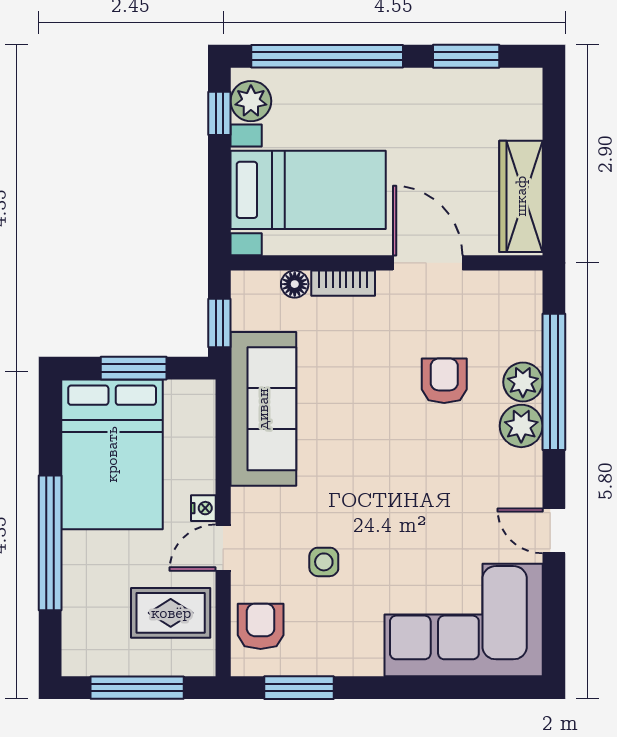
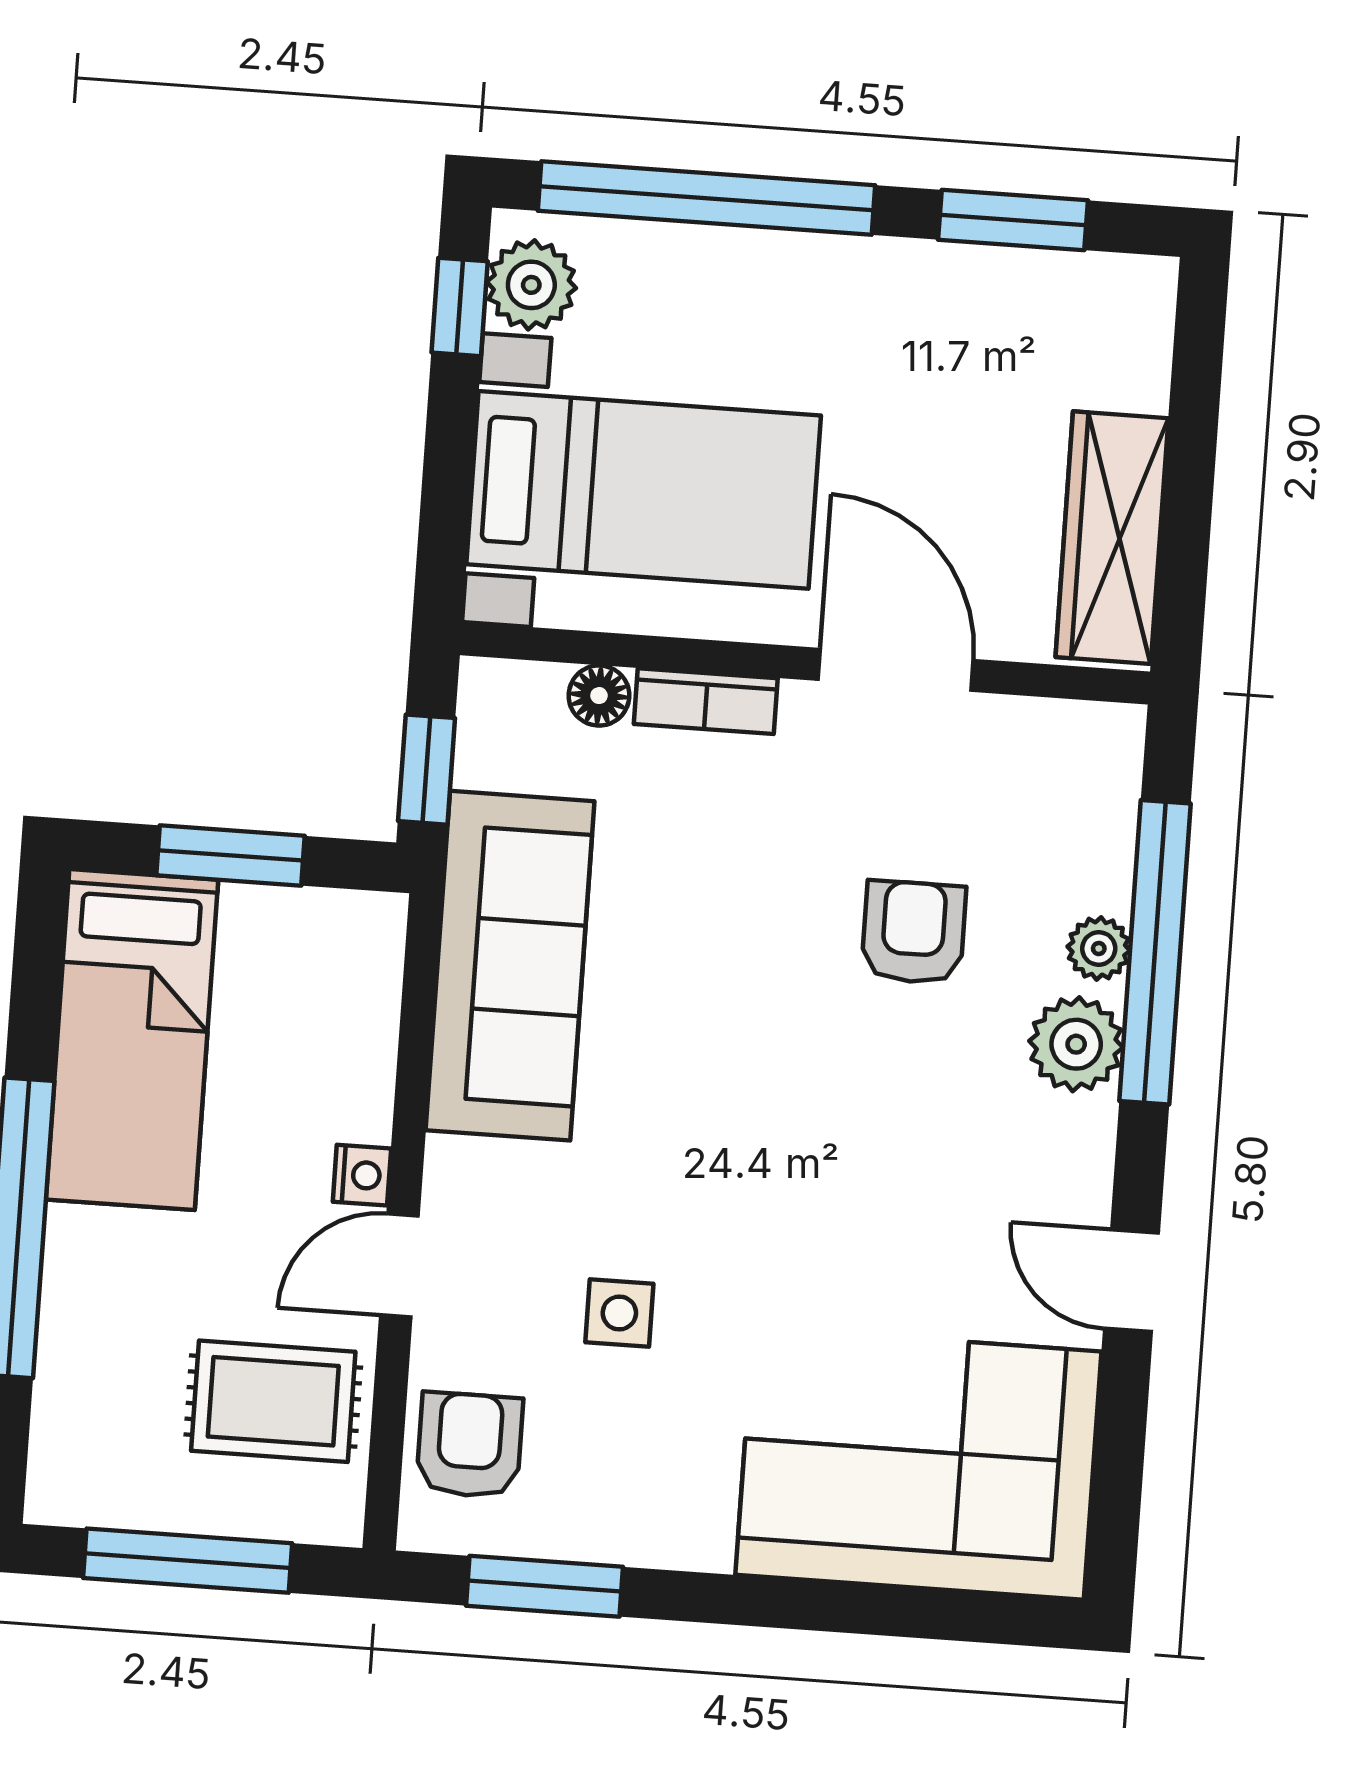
plant: (523, 382) -> (1099, 949), width x0.73, depth x0.73
bed: (112, 454) -> (132, 1040), width x0.67

